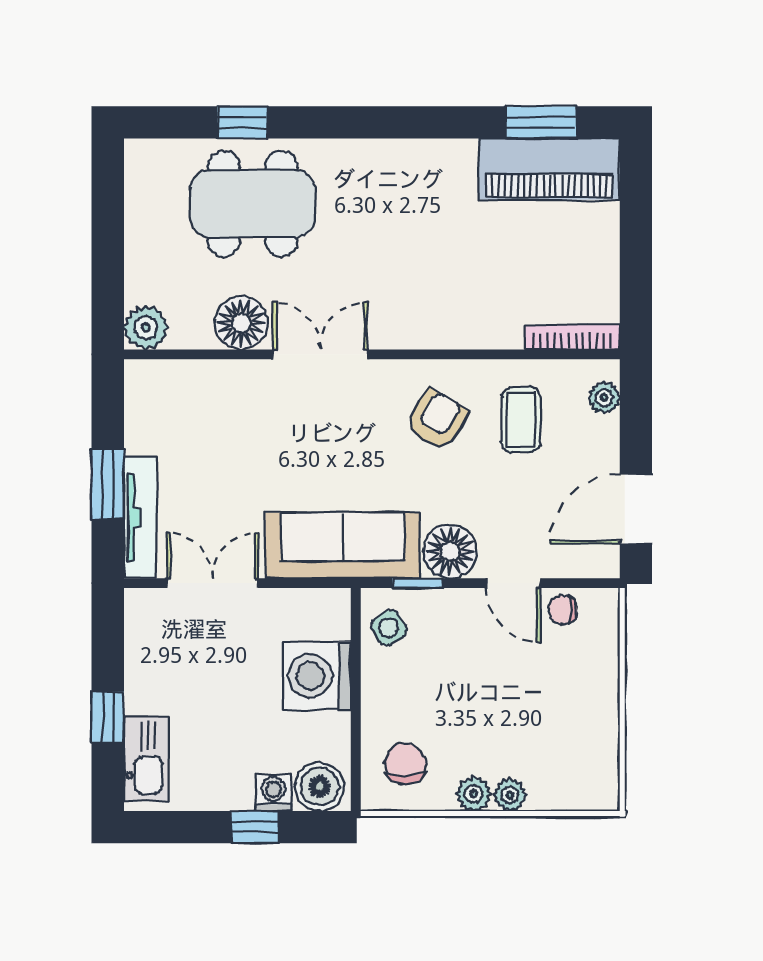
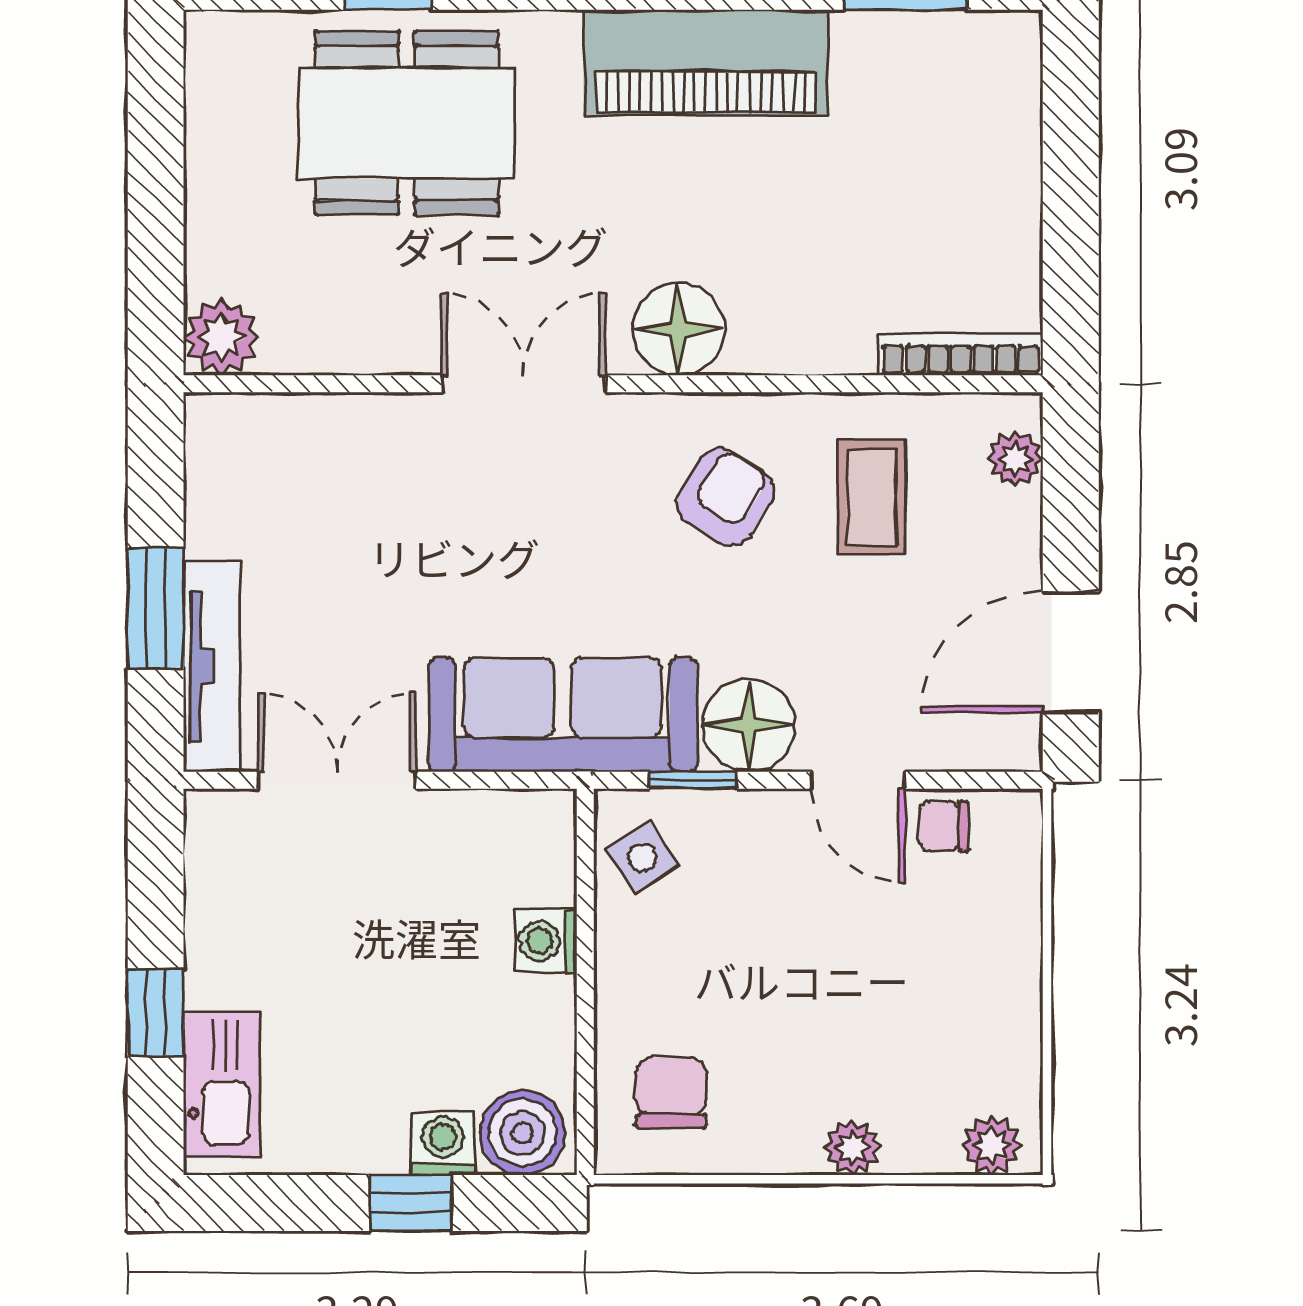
piano: (549, 169) -> (706, 63), moved
floor lamp: (241, 323) -> (679, 329), moved
washing machine: (317, 676) -> (546, 941), width x0.53, depth x0.53
plant: (473, 794) -> (992, 1146), moved

